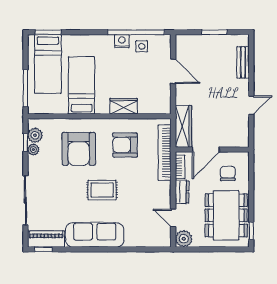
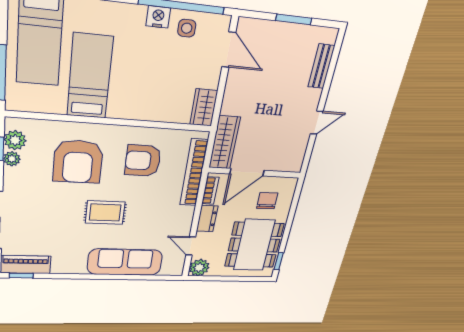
door: (173, 71) -> (229, 50), moved
wardrobe: (124, 106) -> (204, 107), moved, turned -90
sofa: (95, 235) -> (125, 262), moved

